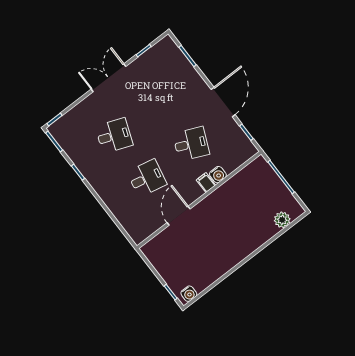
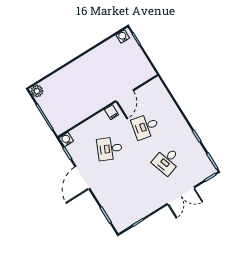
double door: (108, 78) -> (181, 196), moved
desk: (114, 136) -> (167, 161), turned -39
water cooler: (218, 175) -> (66, 140), moved
filing cabinet: (206, 183) -> (112, 112), moved
plant: (282, 220) -> (37, 91), moved

